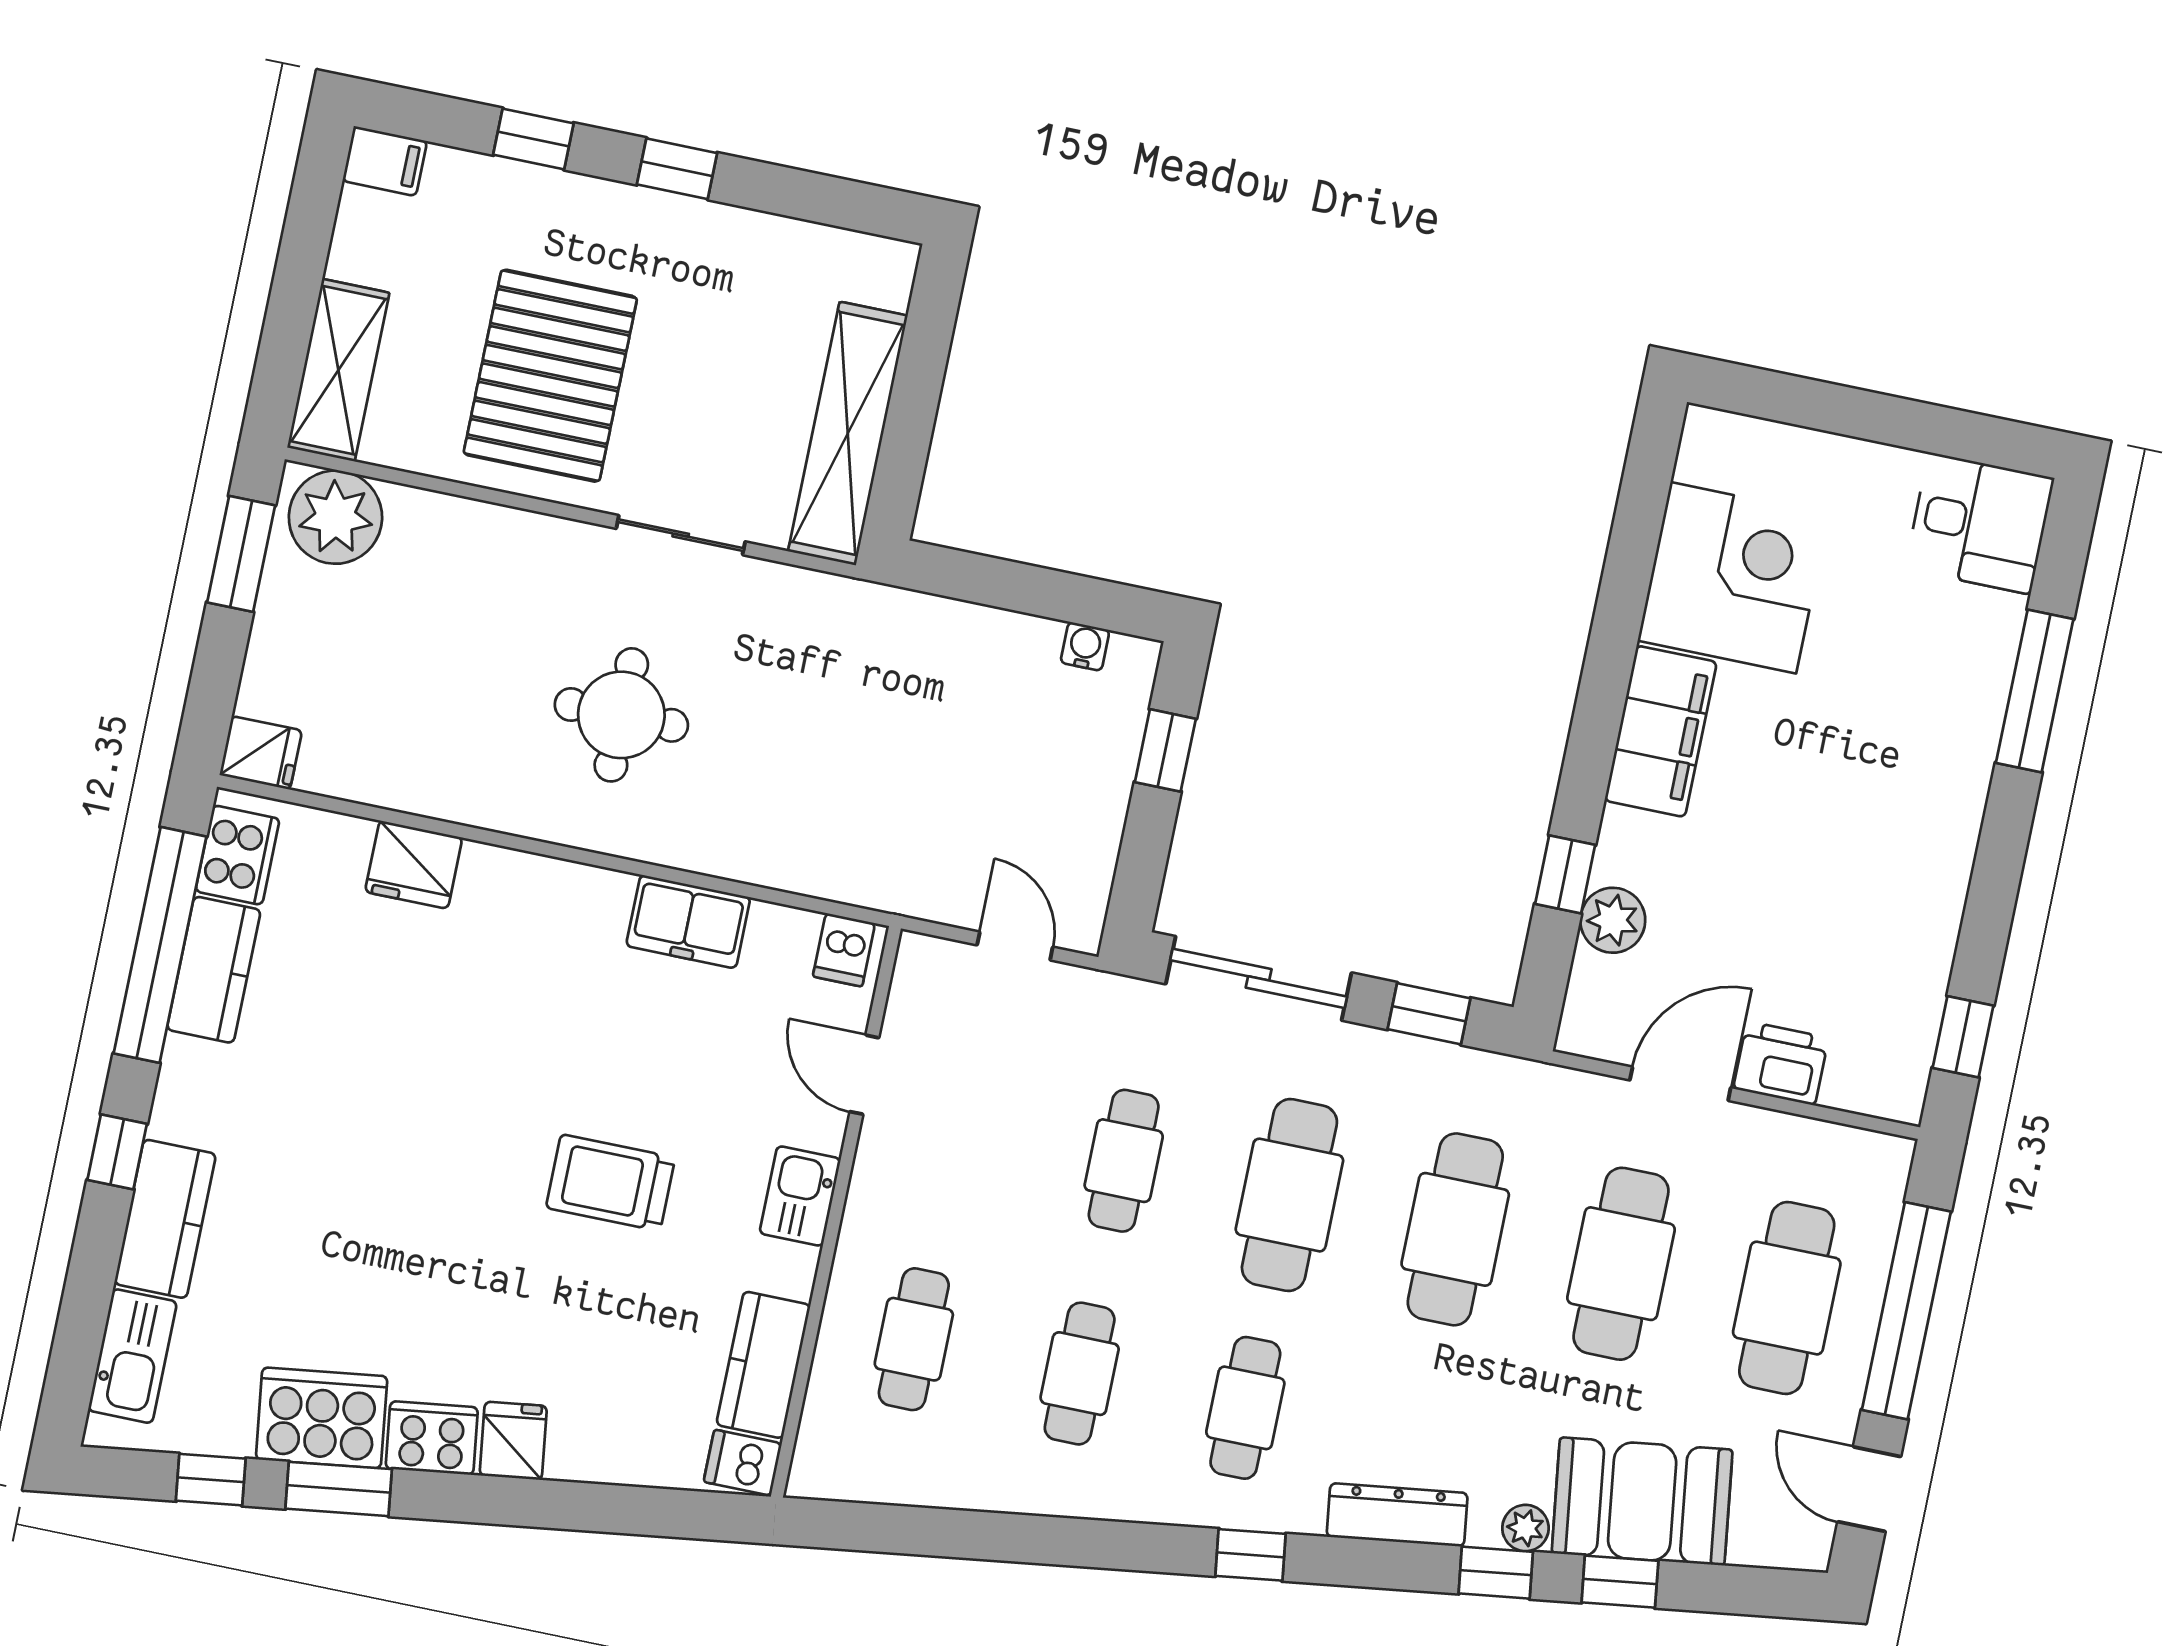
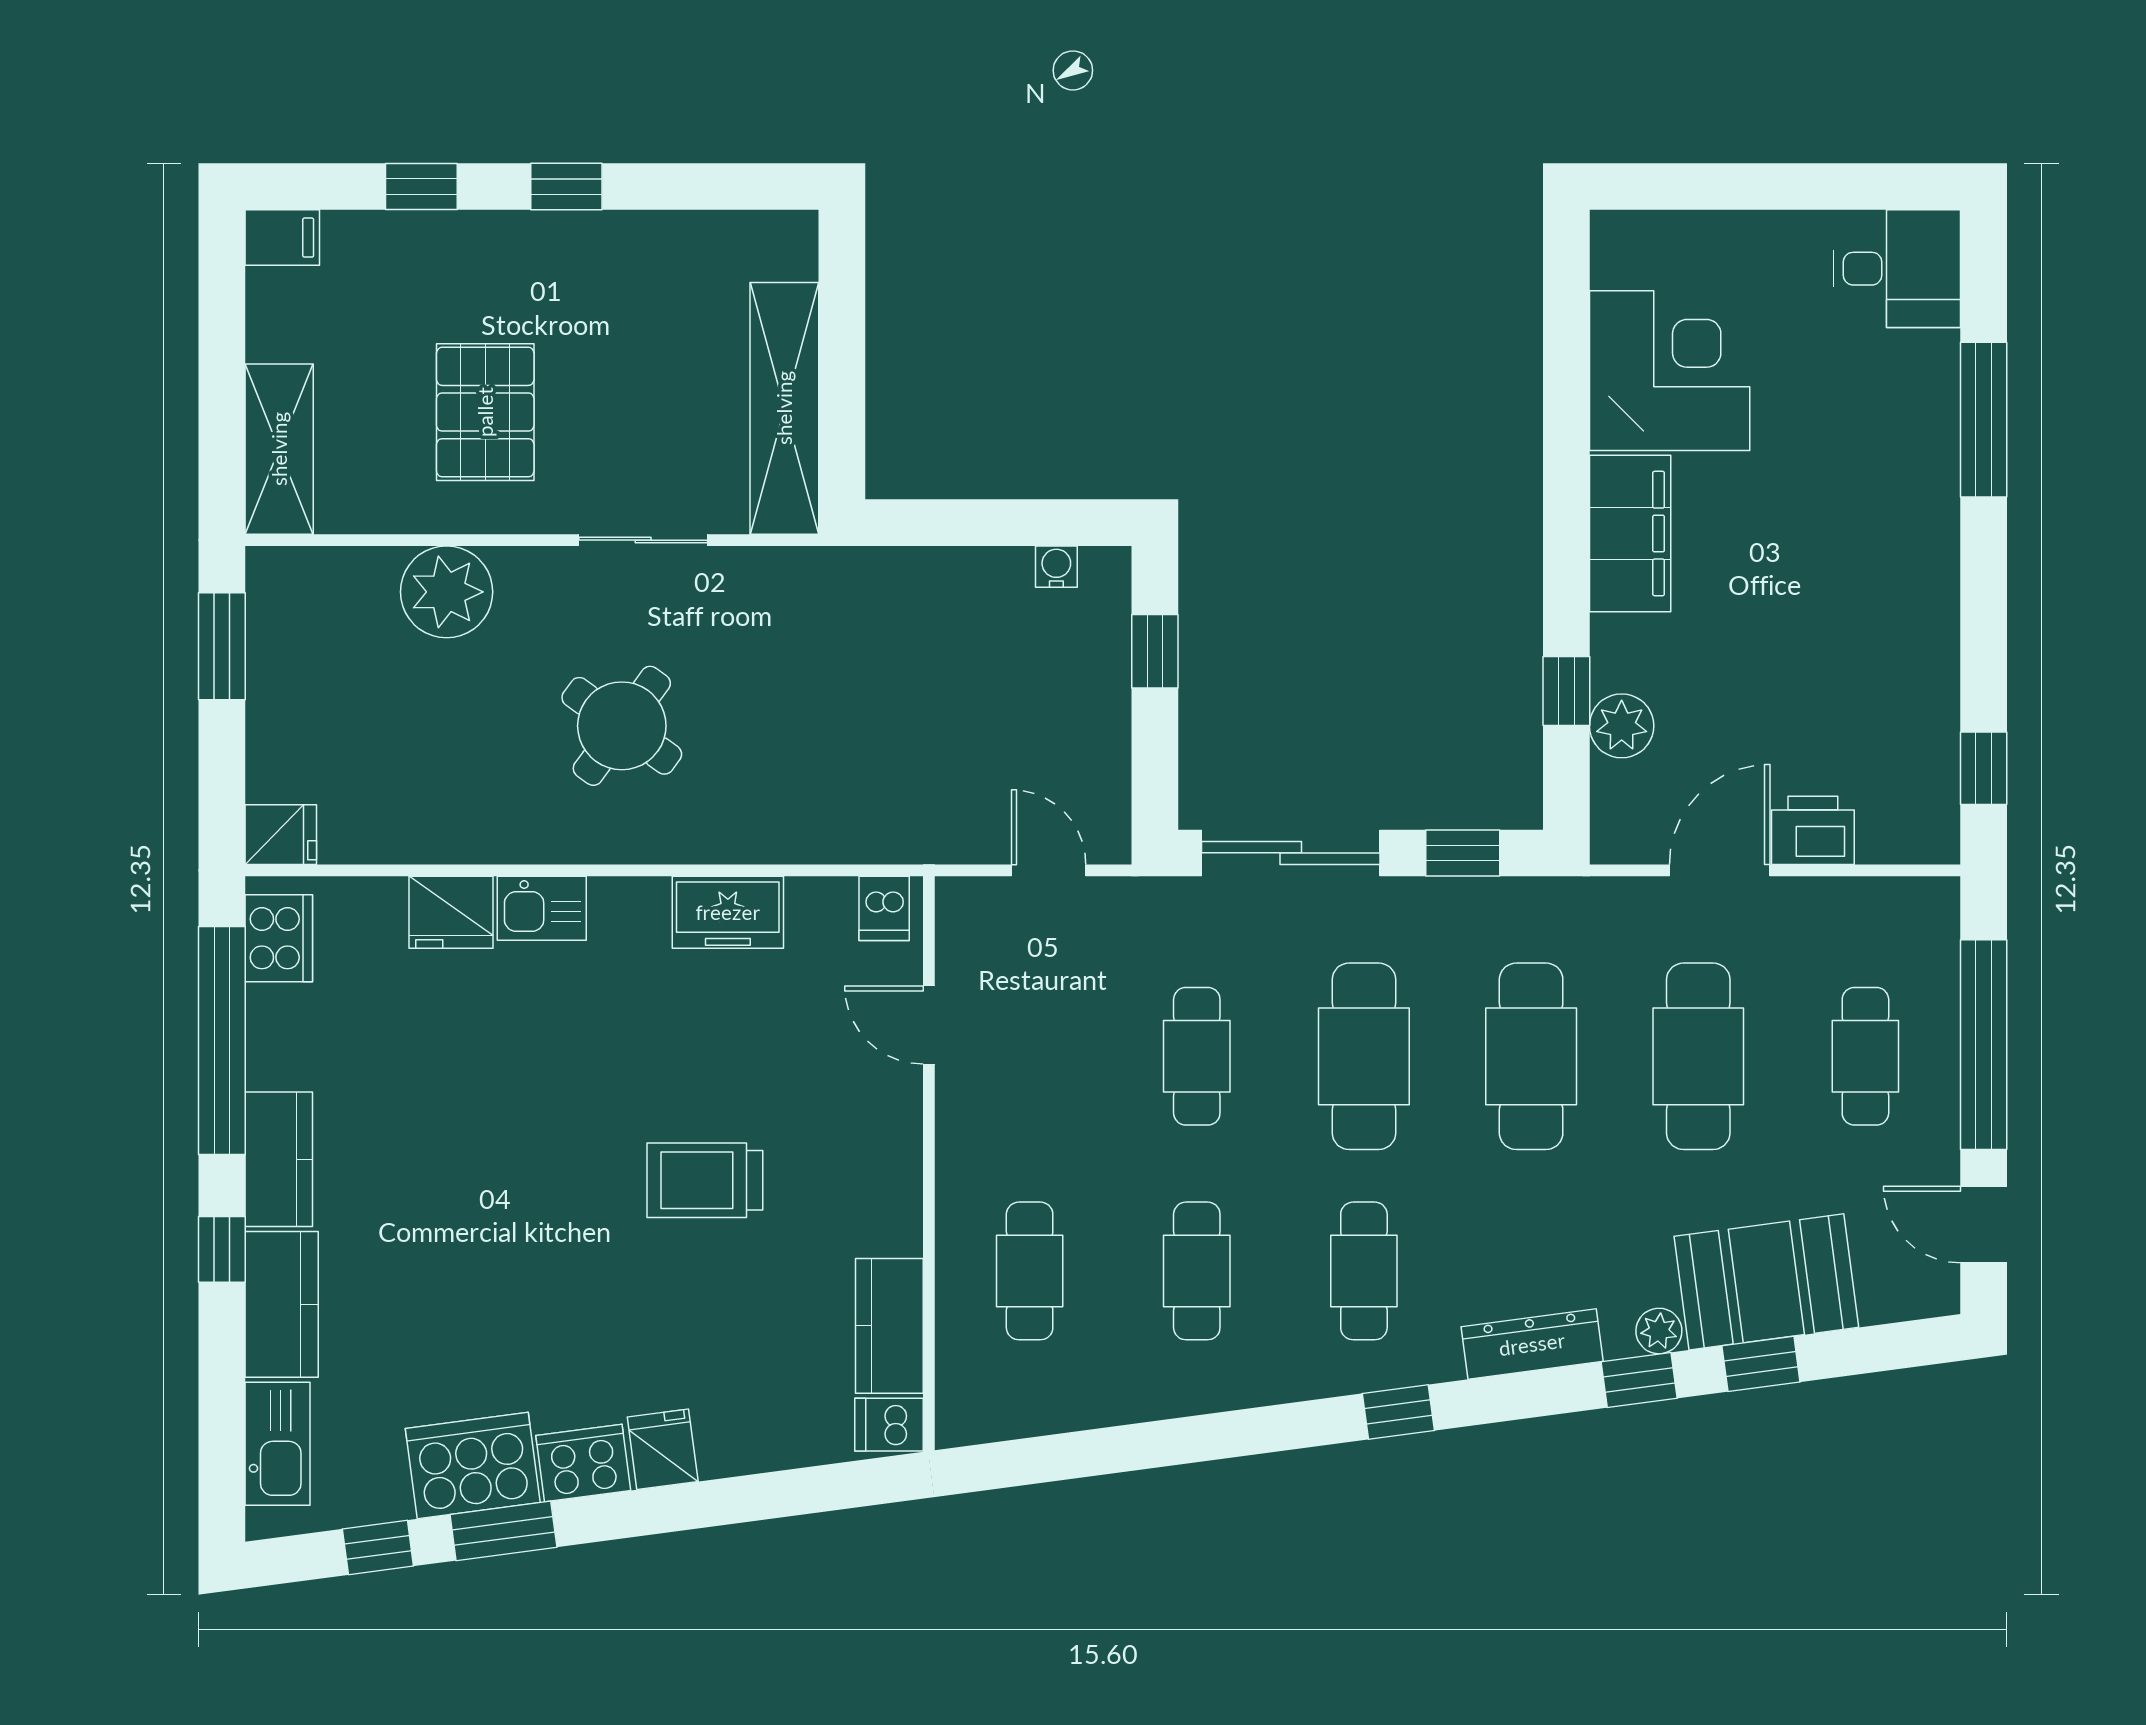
pallet: (550, 376) -> (485, 412), width x0.73, depth x0.71
plant: (335, 517) -> (447, 592), moved
round table: (621, 715) -> (622, 726), turned 36
kitchen counter: (214, 970) -> (279, 1159), moved
kitchen sink: (800, 1196) -> (542, 908), moved, turned -90
cafe table: (1787, 1298) -> (1865, 1056), width x0.73, depth x0.74

